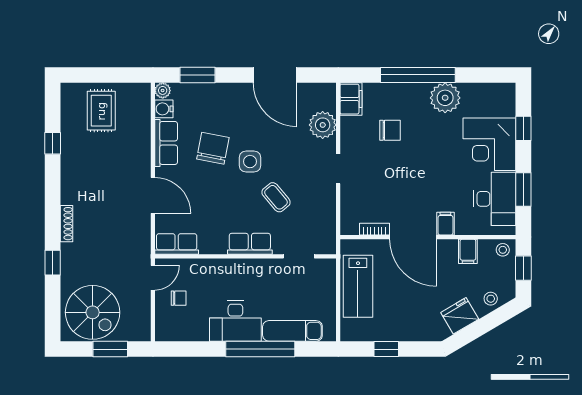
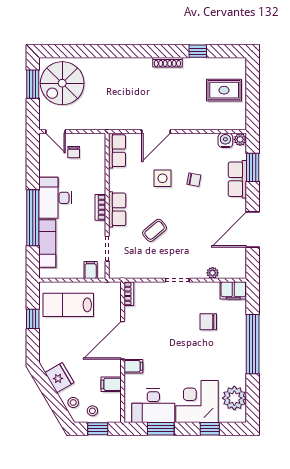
plant: (445, 98) -> (234, 398), moved
plant: (323, 125) -> (213, 273), width x0.53, depth x0.53
chair: (390, 130) -> (208, 322), turned 90
row of seats: (166, 143) -> (237, 179), moved, turned 90
chair: (213, 148) -> (194, 180), width x0.54, depth x0.54
side table: (250, 162) -> (162, 178), moved
shoe rack: (66, 224) -> (167, 62), moved
bookcase: (374, 229) -> (129, 294), moved
stool: (503, 250) -> (92, 411), moved
window: (53, 263) -> (102, 51), removed
bookcase: (247, 265) -> (100, 207), added
filing cabinet: (325, 277) -> (91, 270), added
door: (153, 278) -> (55, 132), moved
lab bench: (358, 286) -> (68, 305), moved
window: (110, 349) -> (33, 84), moved

